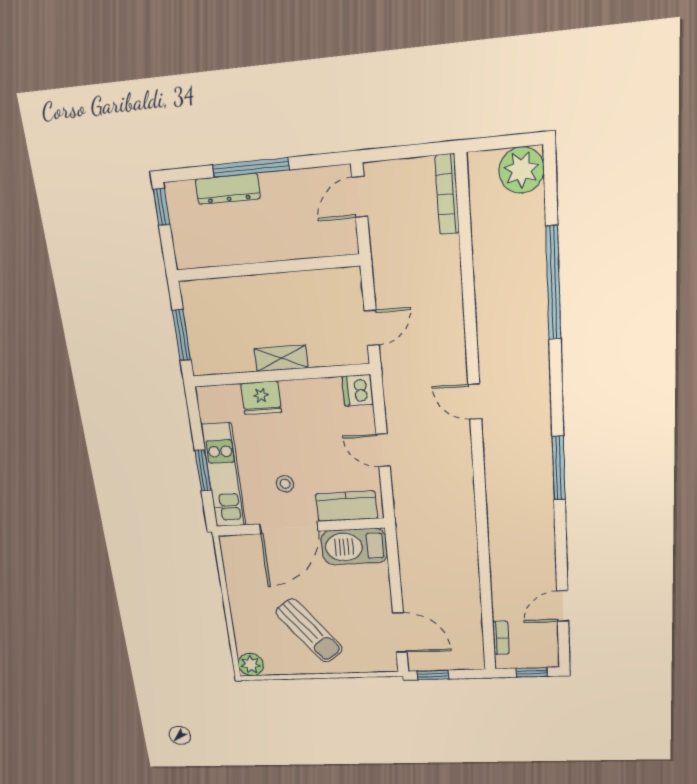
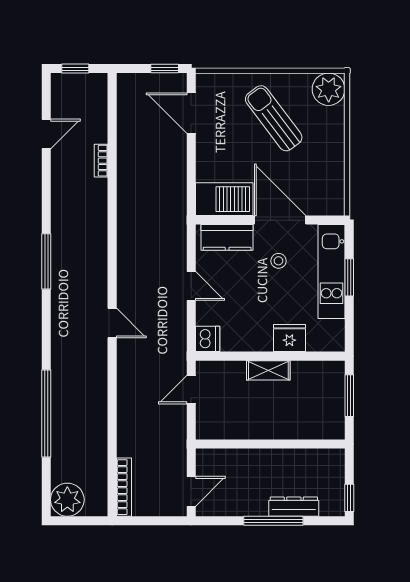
door: (289, 528) -> (280, 220), hinge flipped
bookcase: (501, 638) -> (101, 161), moved
plant: (251, 665) -> (329, 89), width x1.36, depth x1.36

